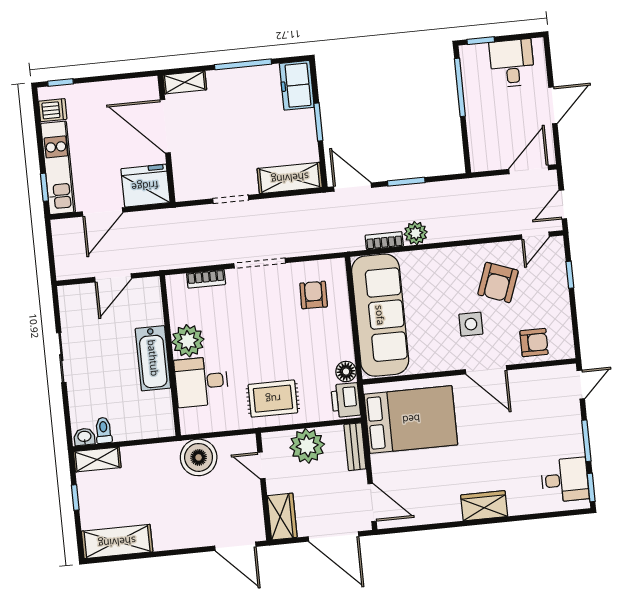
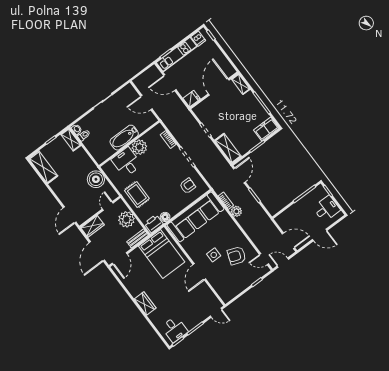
fridge: (145, 186) -> (192, 99), width x0.53, depth x0.75
armchair: (534, 343) -> (221, 284), removed

